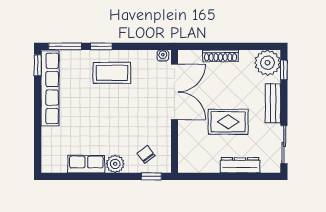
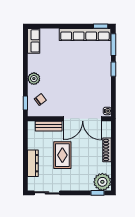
coffee table: (112, 73) -> (96, 76), removed
bench: (273, 103) -> (49, 126), moved
row of seats: (86, 164) -> (34, 41), moved

